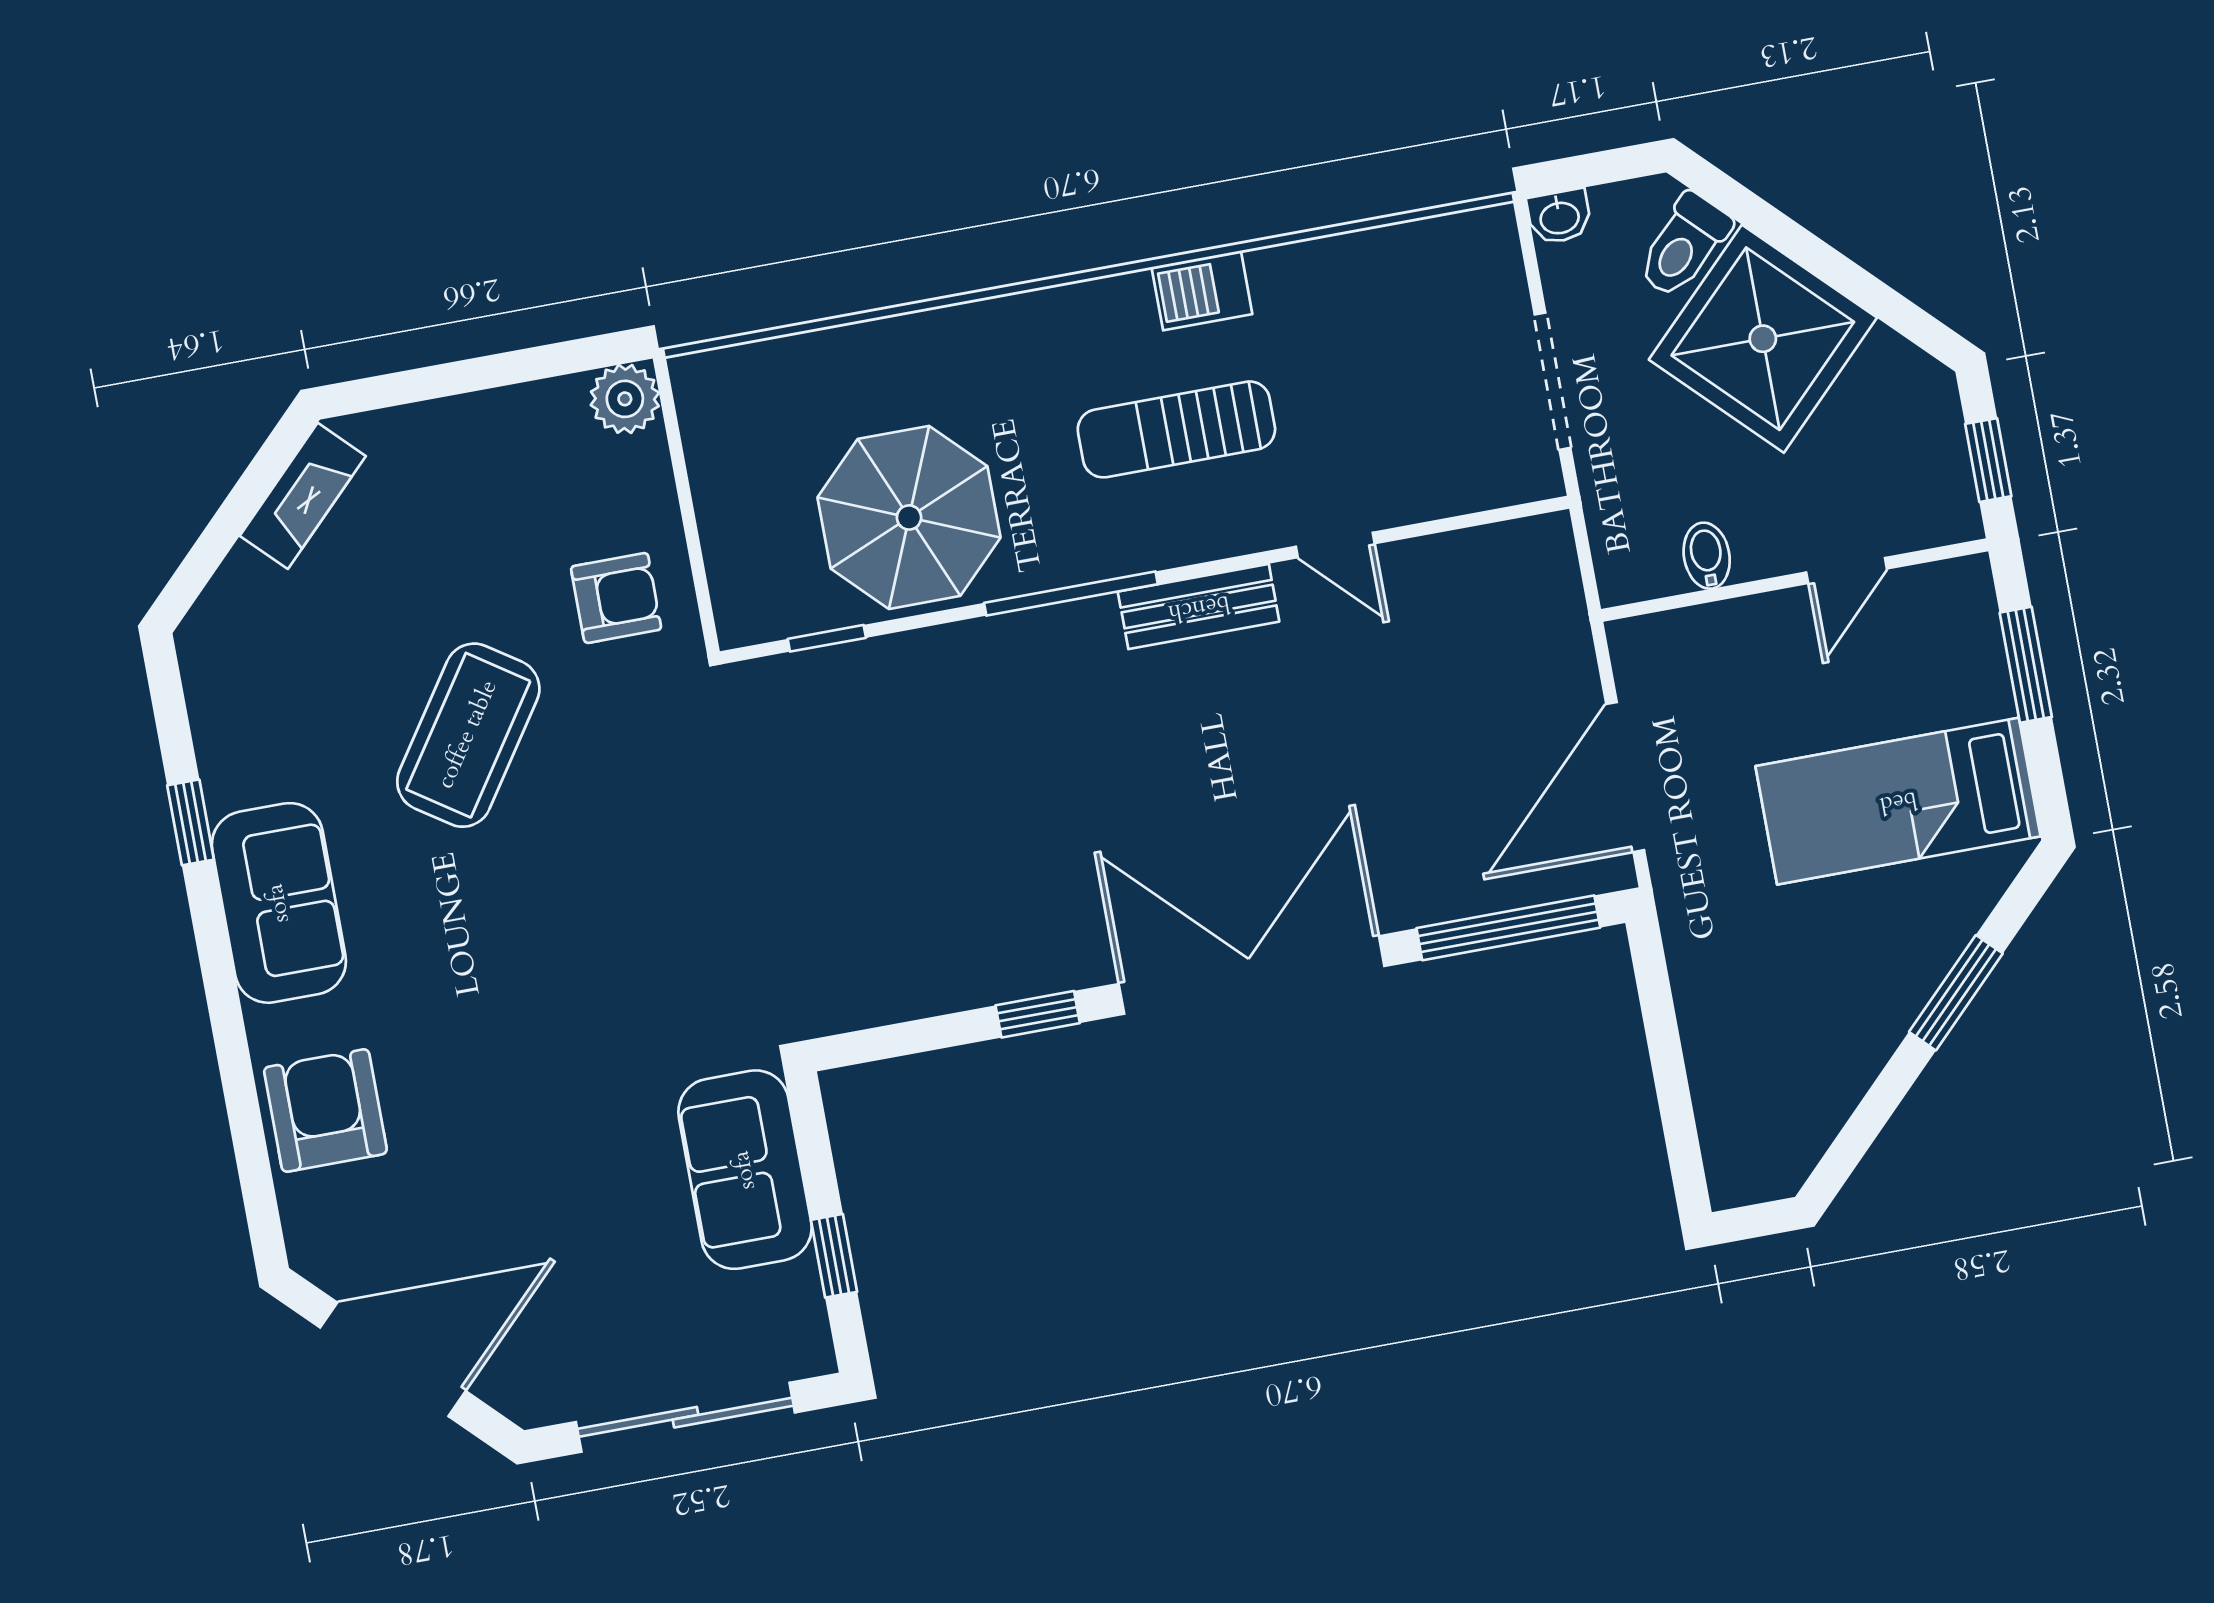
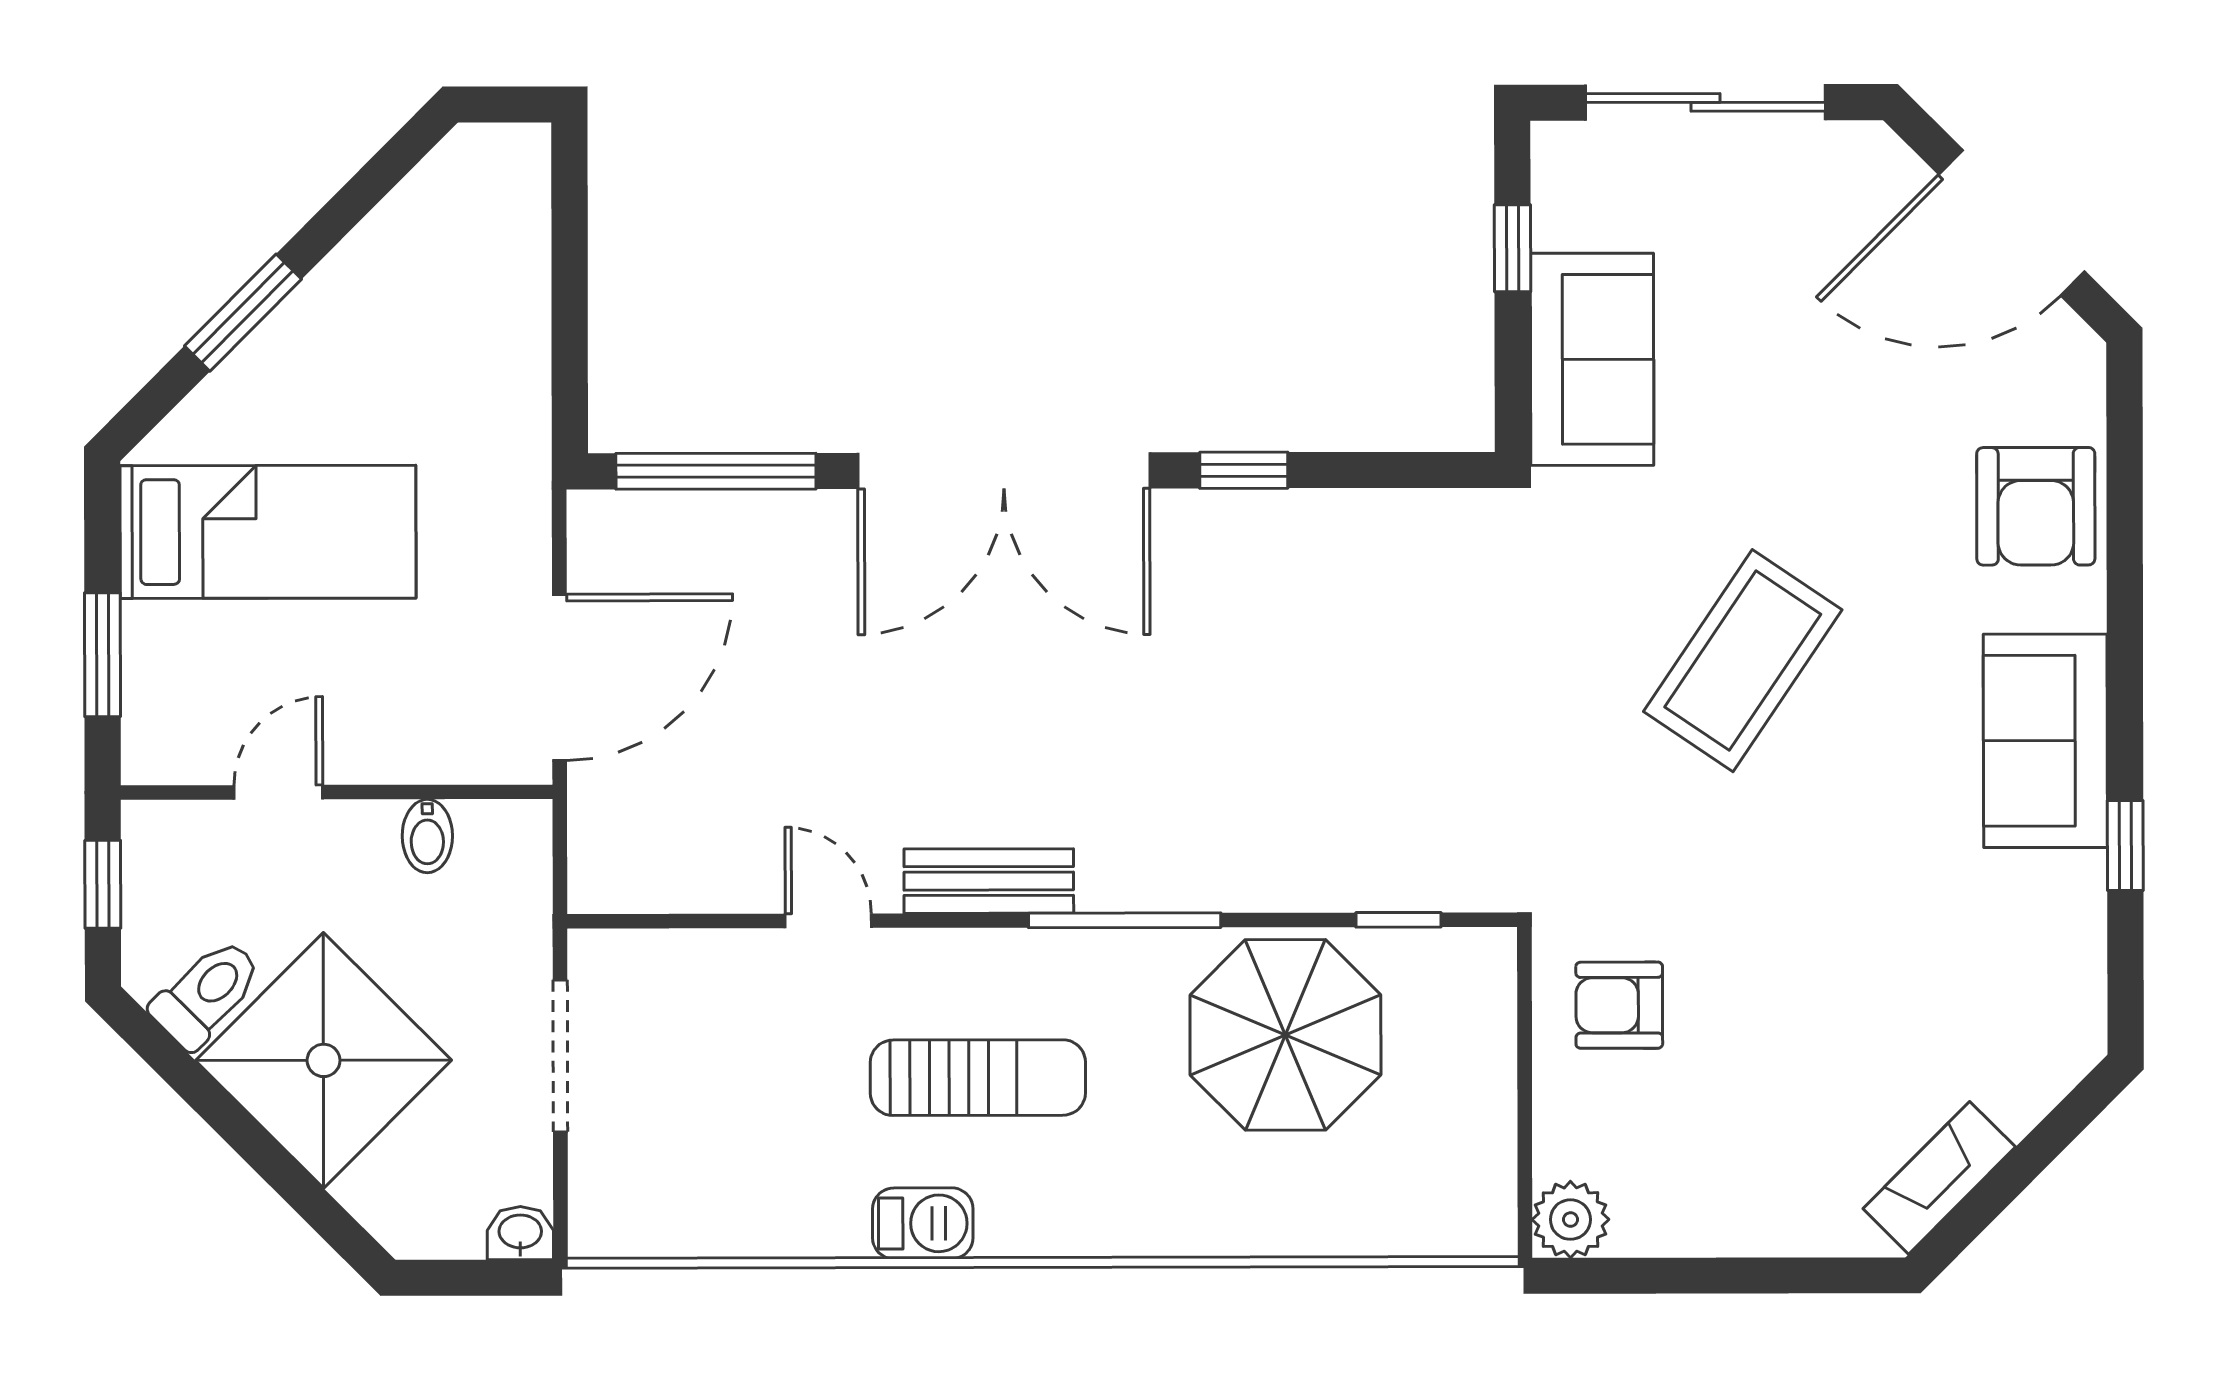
toilet: (1684, 246) -> (207, 993), moved
coffee table: (468, 735) -> (1743, 661), moved
door: (1625, 777) -> (560, 677), moved

